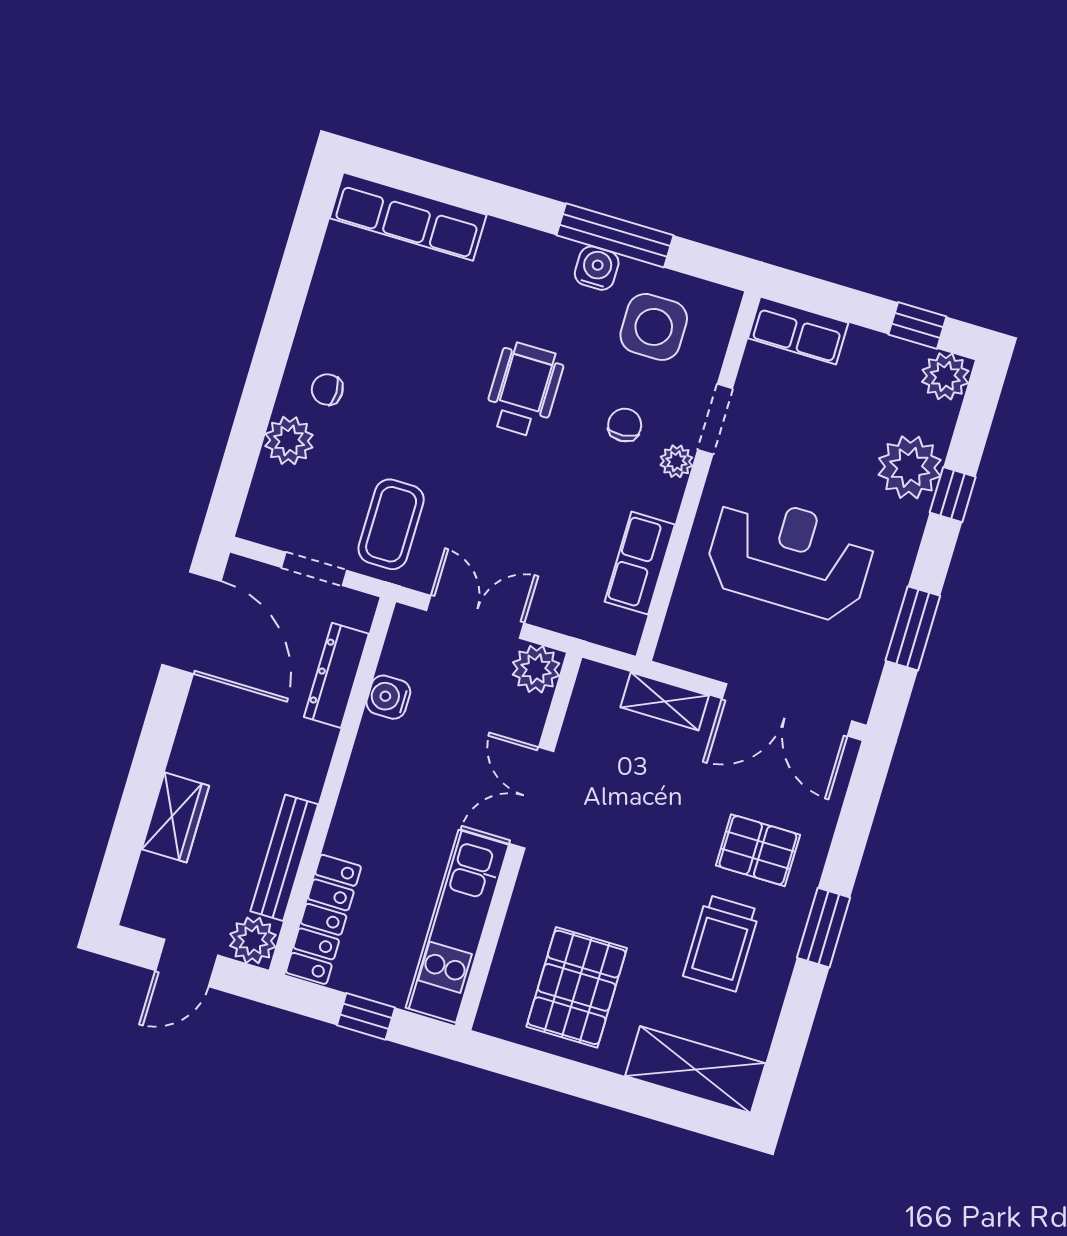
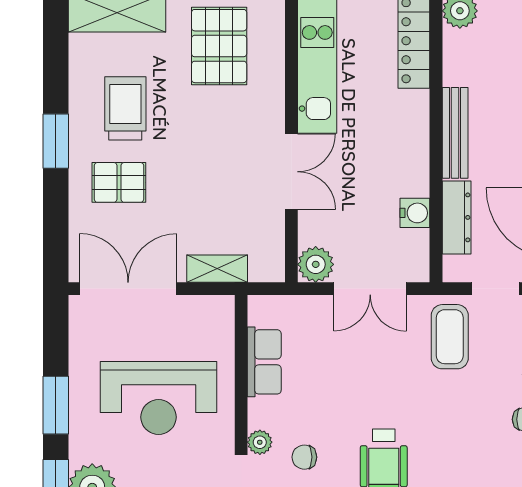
chair: (625, 425) -> (304, 457), turned 95
window: (913, 628) -> (56, 405), moved
bench: (284, 858) -> (455, 133), moved

